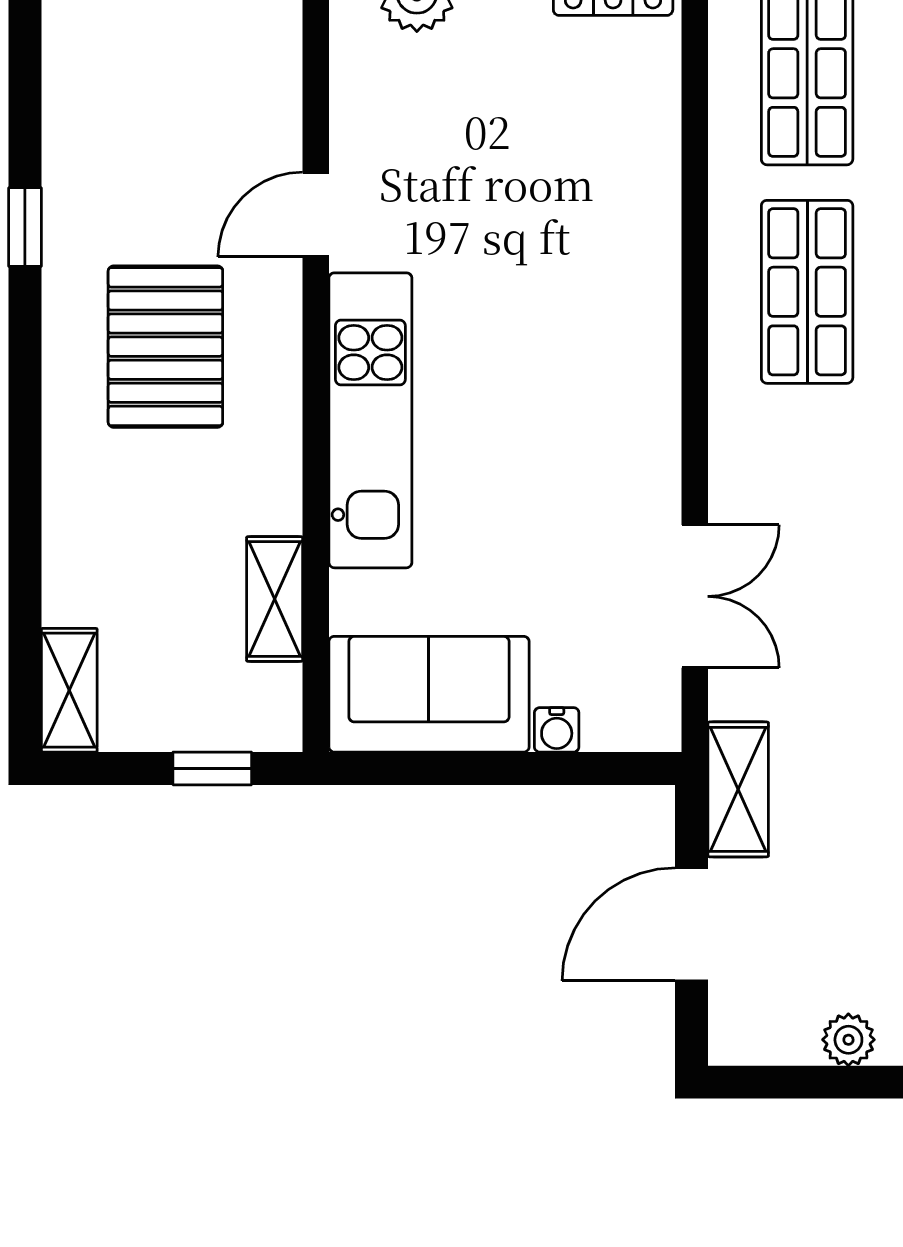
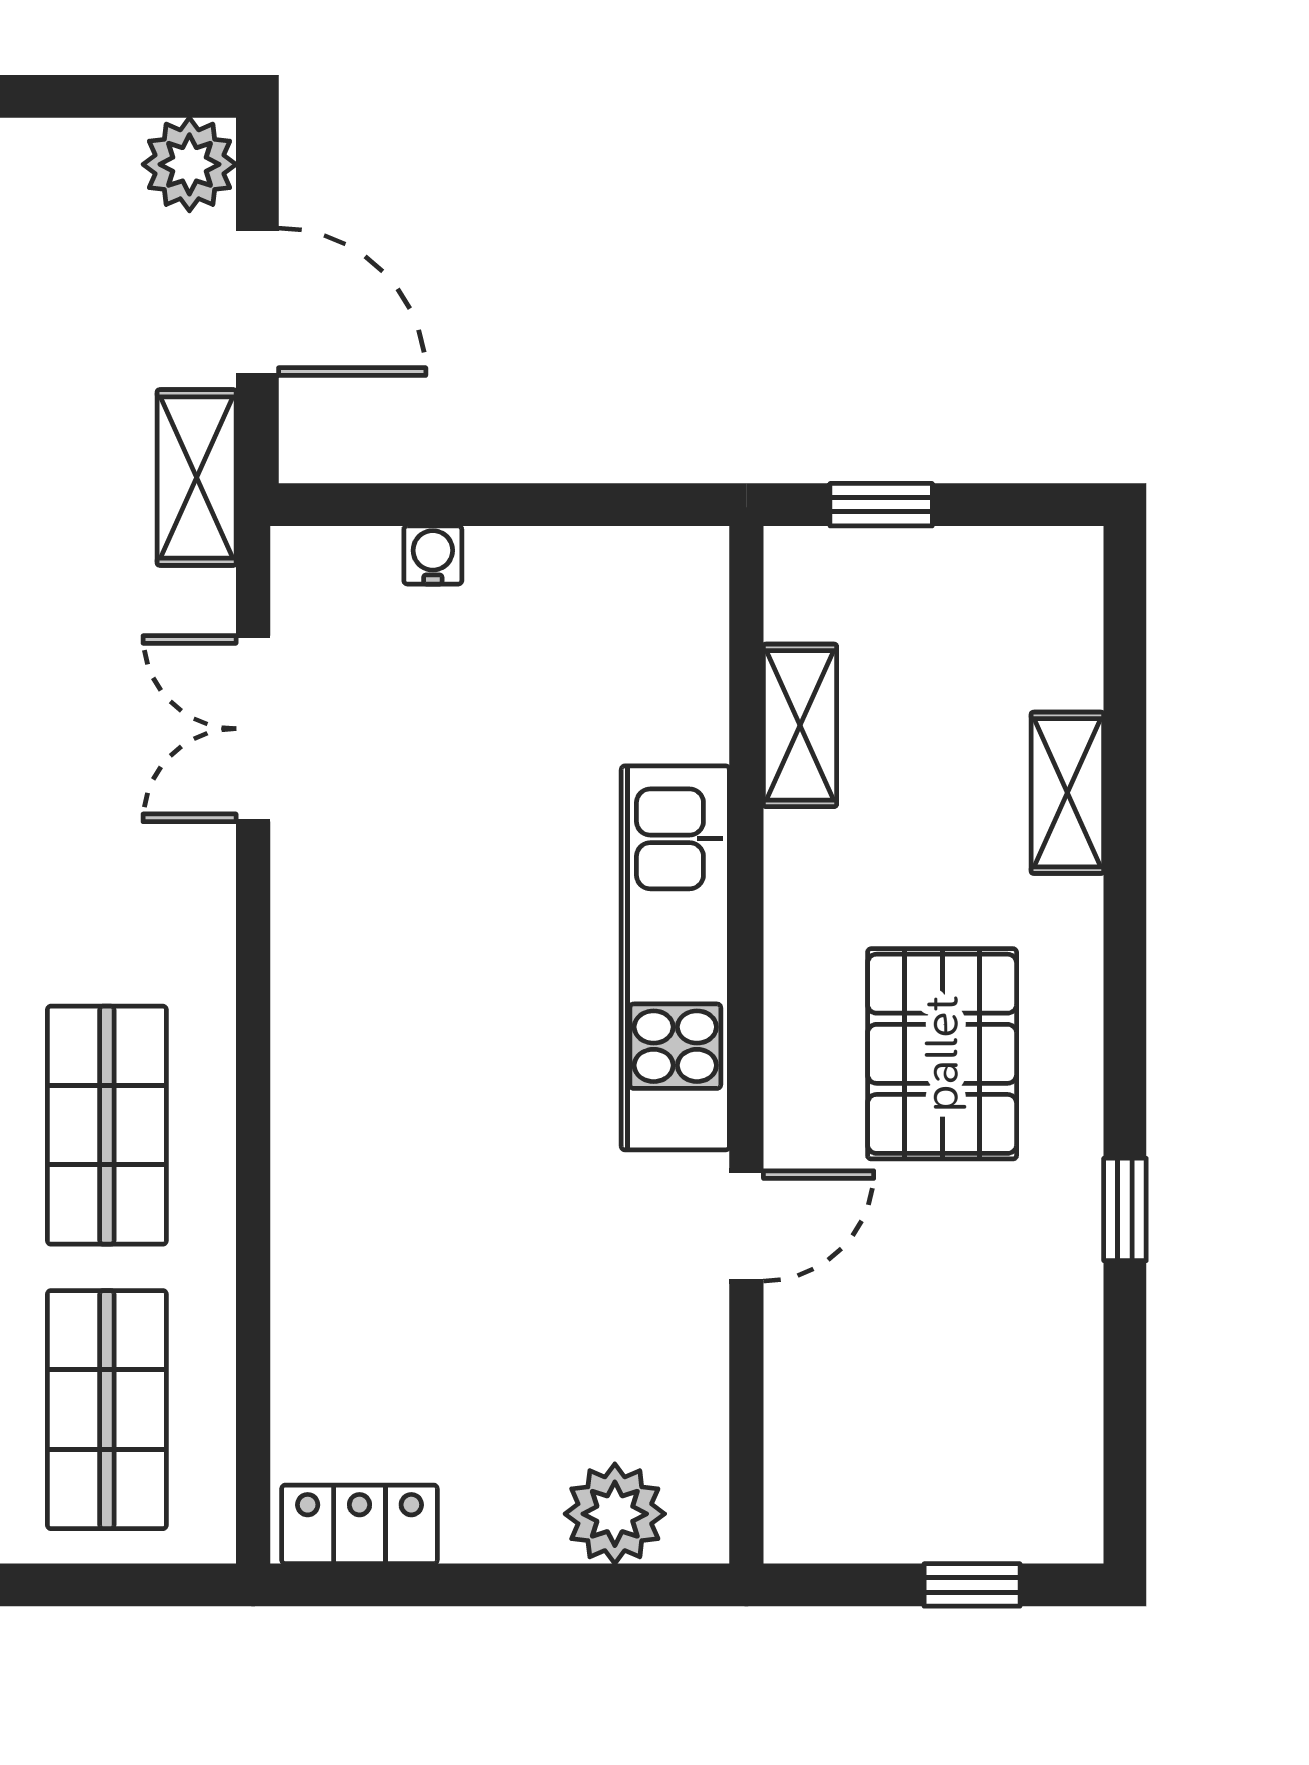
shelving: (69, 690) -> (1067, 793), moved
sofa: (429, 694) -> (599, 601), removed
door: (691, 924) -> (257, 302), hinge flipped
plant: (848, 1040) -> (189, 164), moved, width x1.38, depth x1.38

